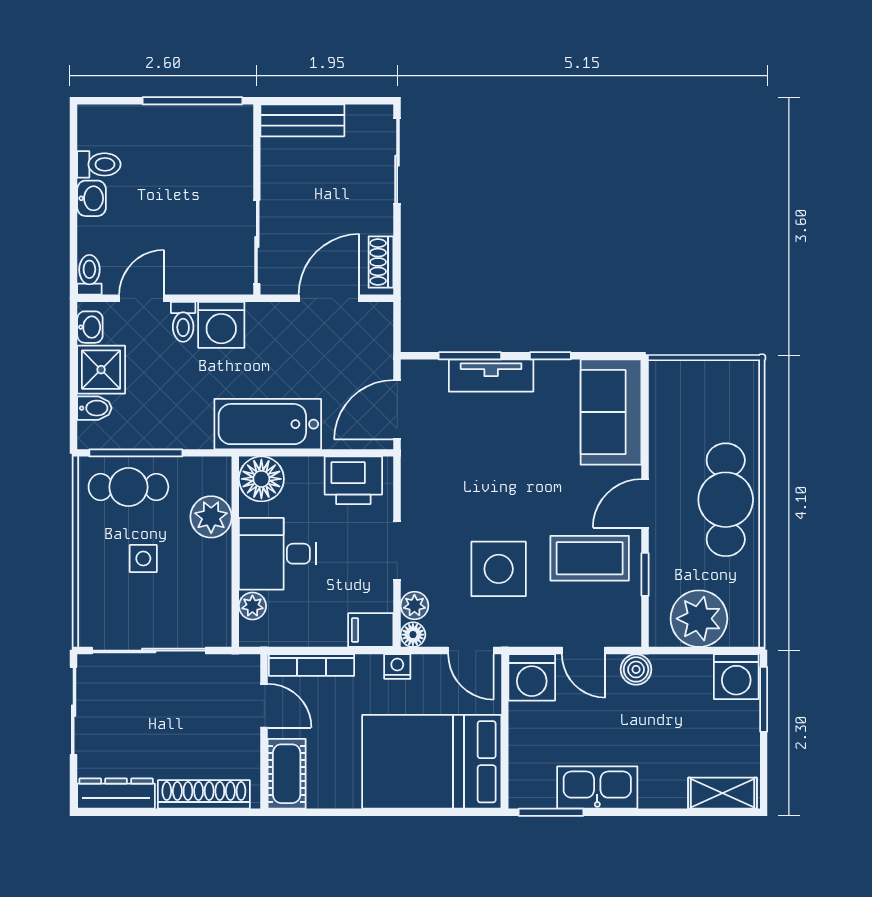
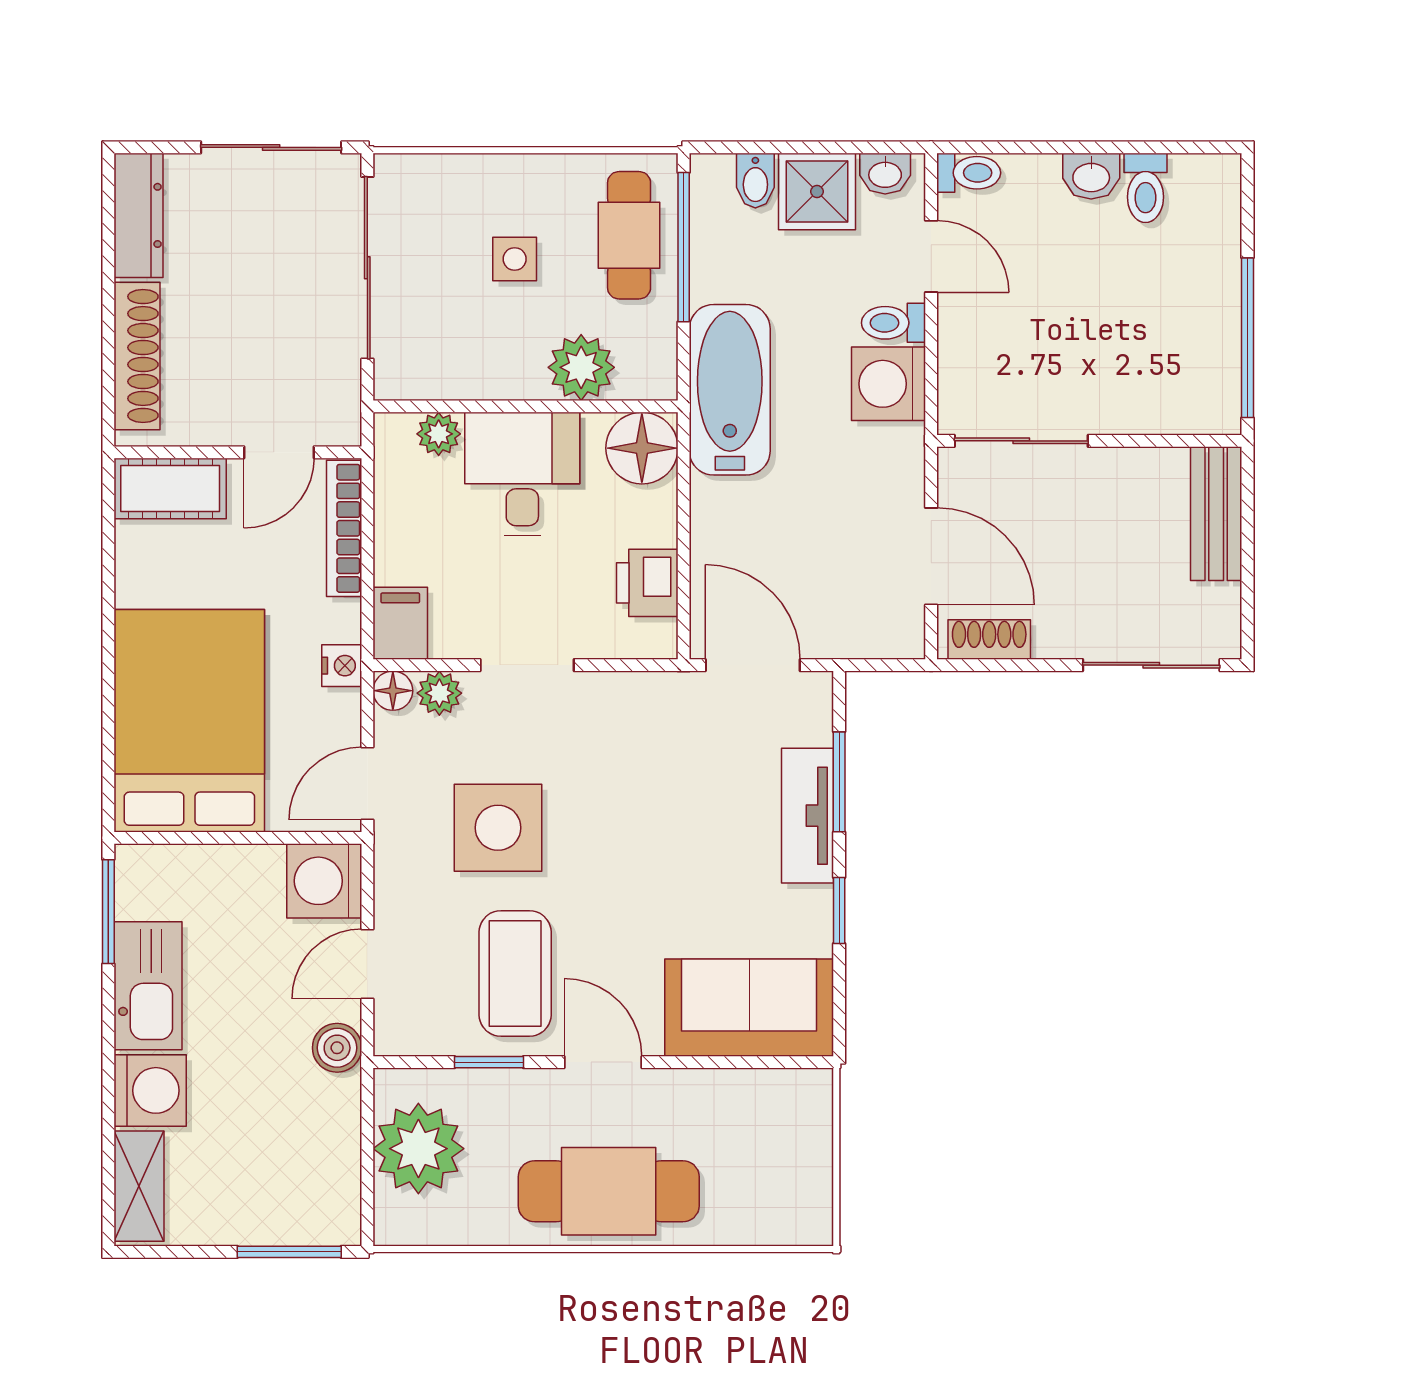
bathtub: (268, 424) -> (730, 390), moved
printer: (353, 480) -> (647, 583), width x0.73, depth x0.81
washing machine: (736, 677) -> (150, 1090), moved, turned 180

